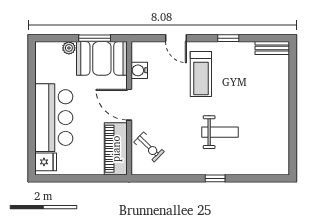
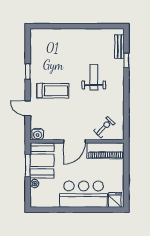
door: (176, 38) -> (28, 108), swing flipped
bench: (272, 48) -> (119, 47), moved
water cooler: (139, 70) -> (38, 134), moved
window: (215, 178) -> (126, 60), moved

